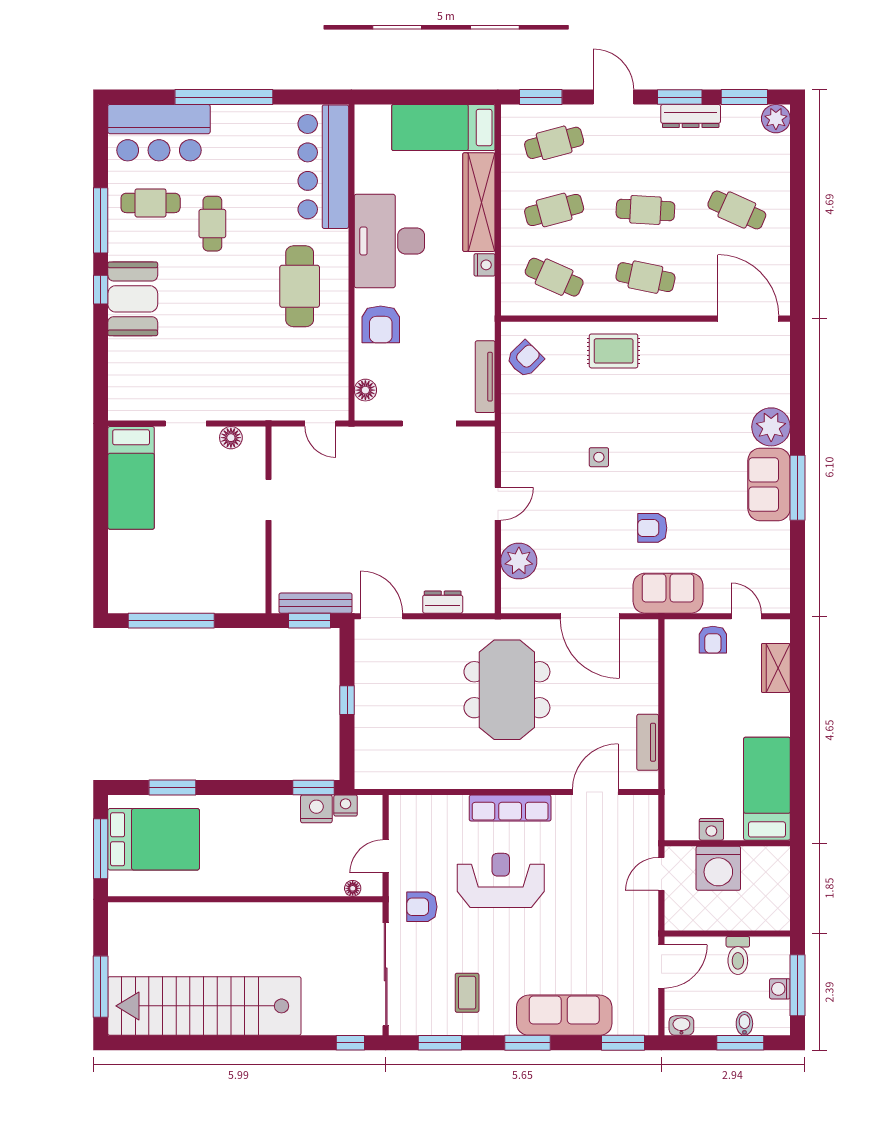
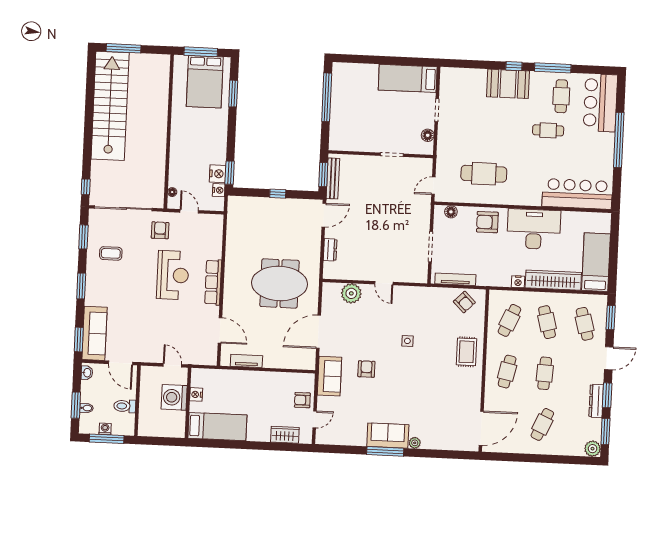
cafe table: (300, 286) -> (484, 174), moved
plant: (771, 427) -> (415, 443), width x0.53, depth x0.53
sofa: (564, 1015) -> (95, 333), moved

